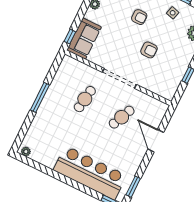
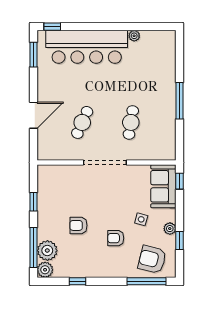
side table: (173, 13) -> (141, 219), moved
armchair: (149, 50) -> (78, 225), moved
door: (156, 141) -> (34, 115), hinge flipped
plant: (26, 152) -> (134, 36), moved

